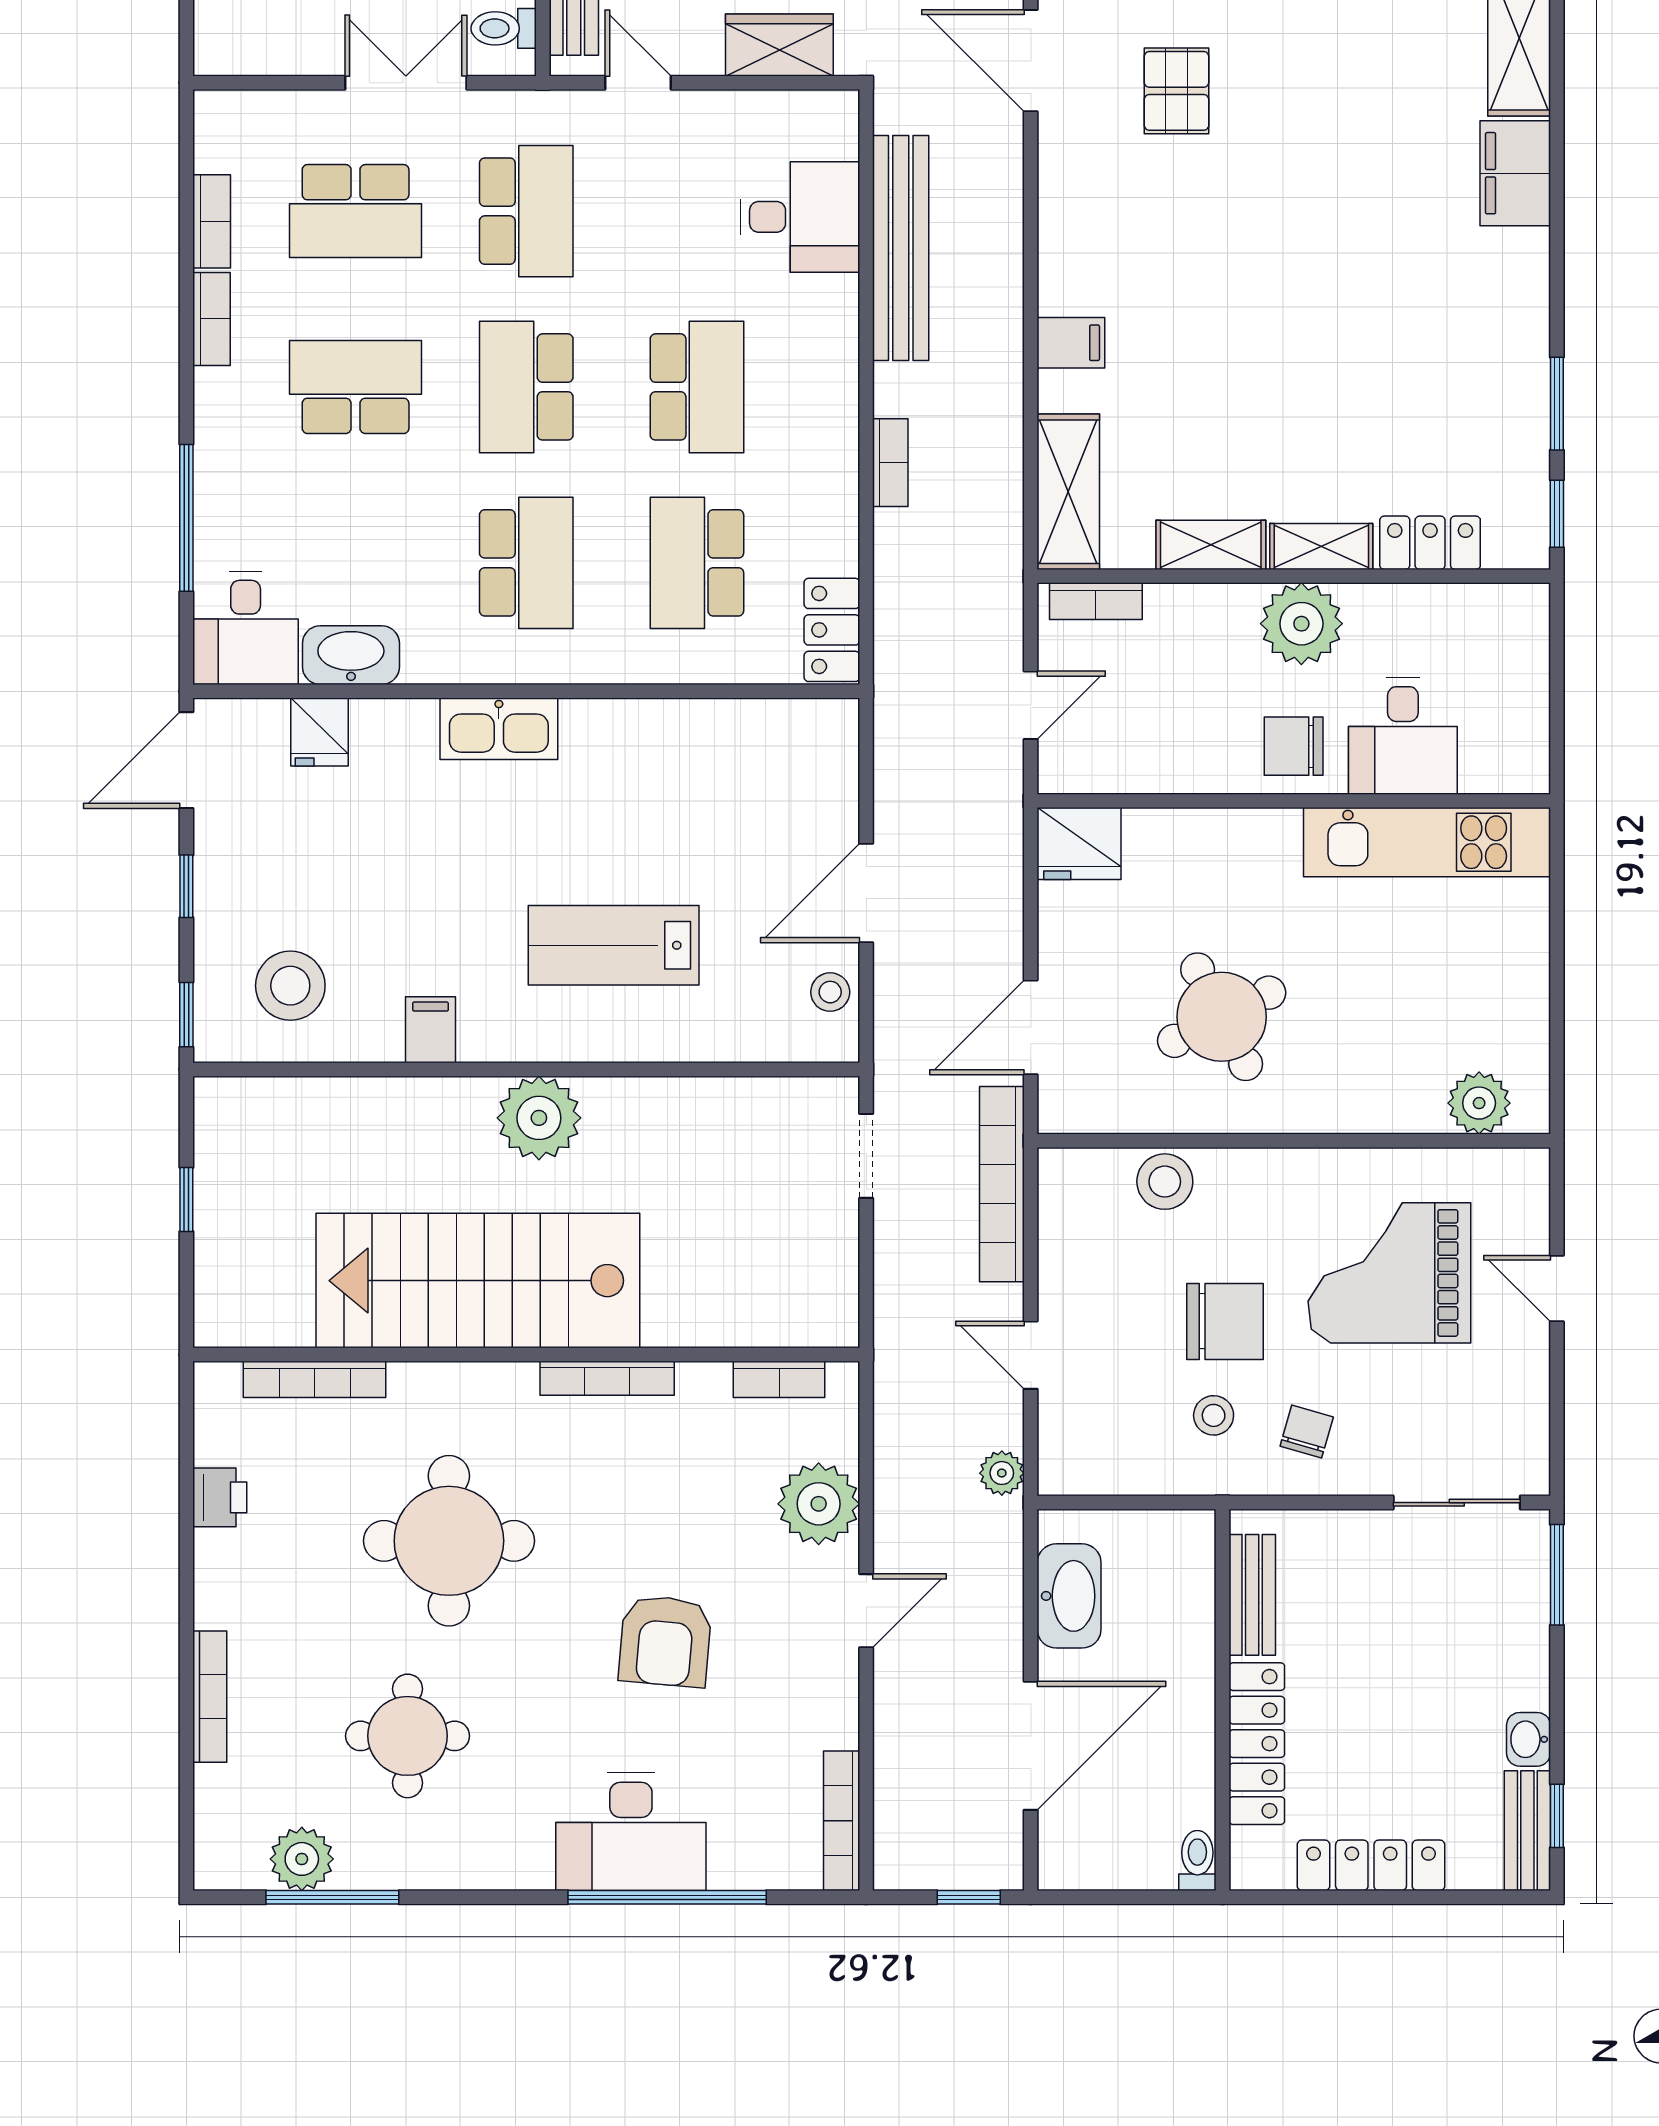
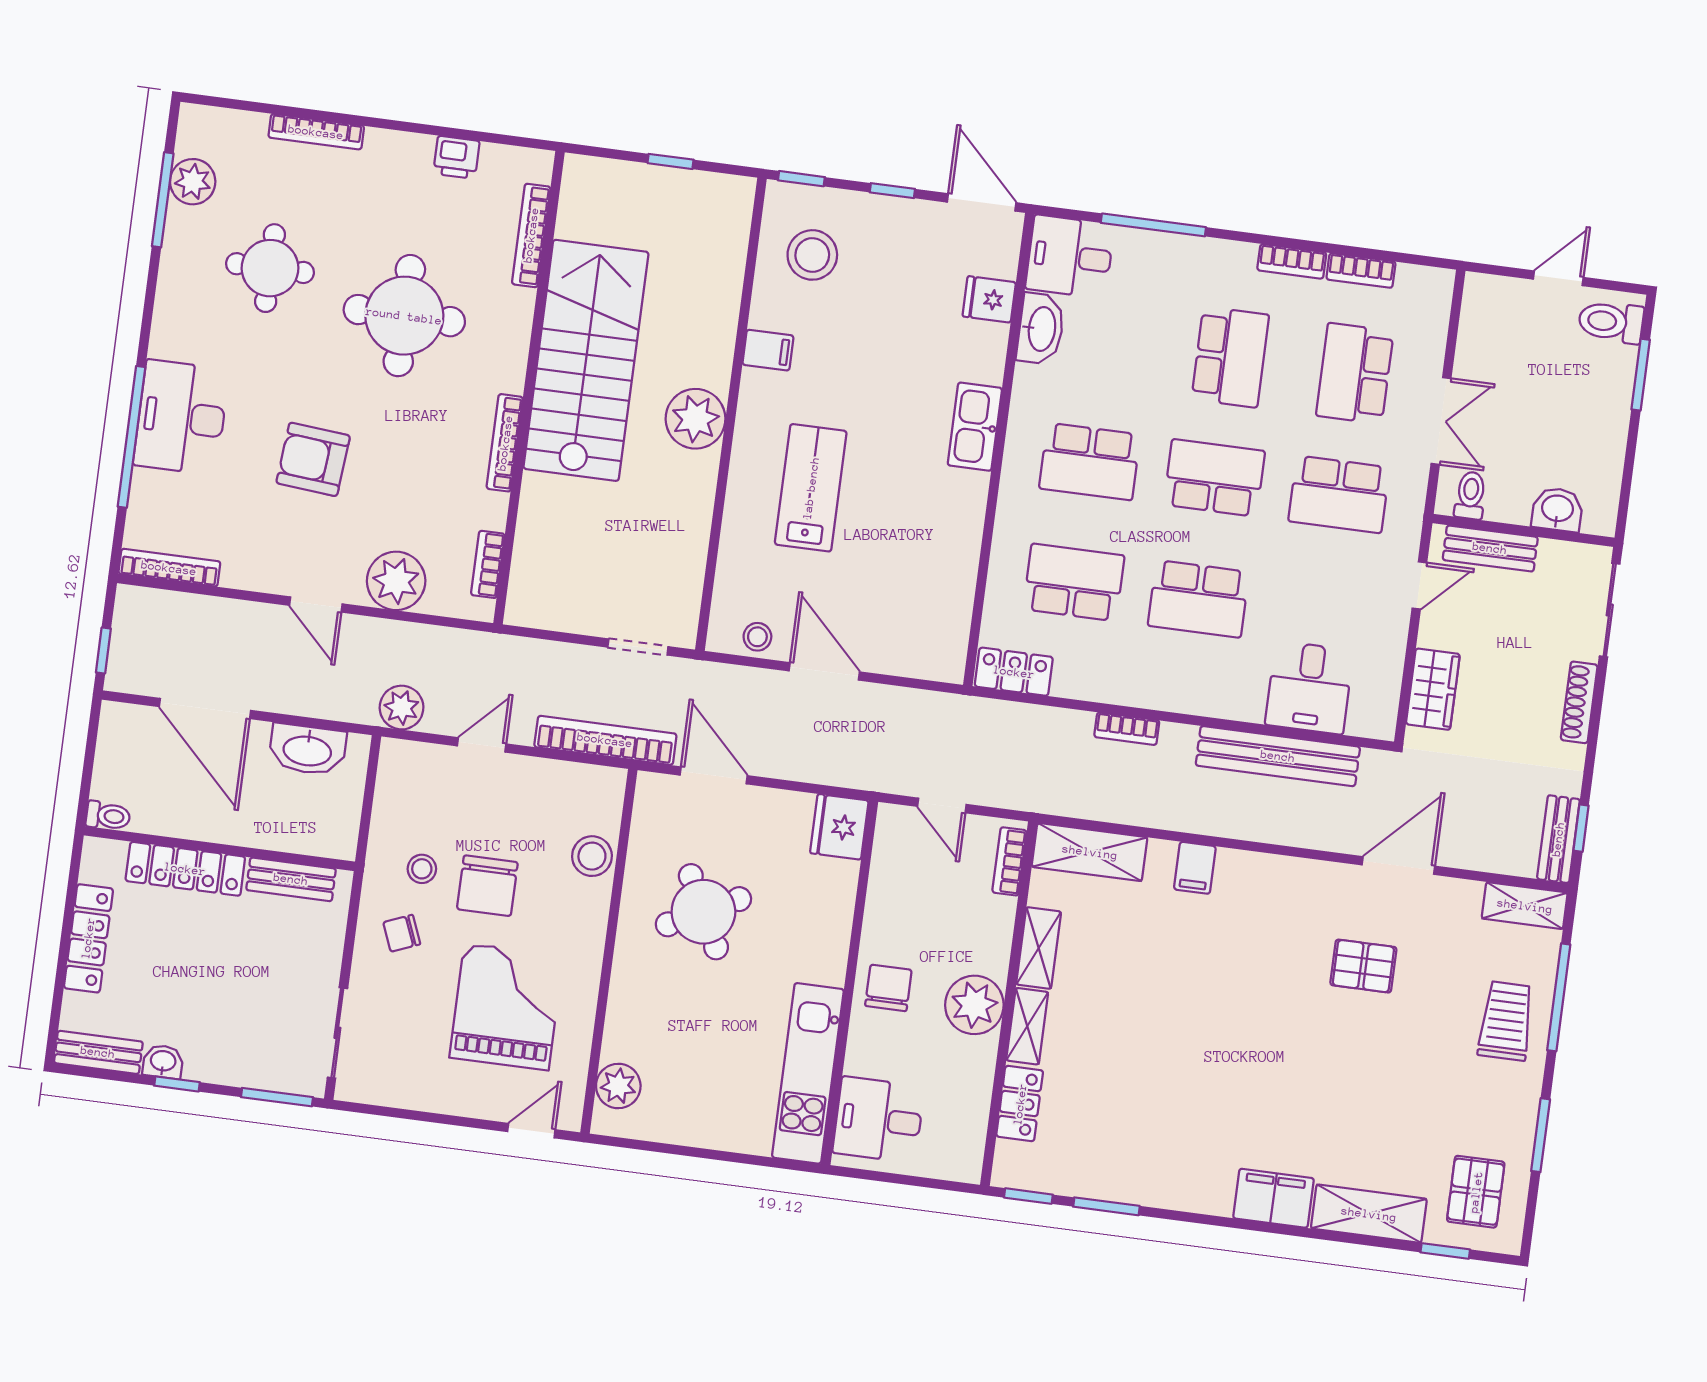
desk: (1403, 736) -> (879, 1120), moved
door: (1557, 1289) -> (531, 1131), moved
chair: (1307, 1432) -> (402, 933), turned 142
plant: (1002, 1473) -> (402, 708), width x1.38, depth x1.38
window: (1557, 1816) -> (177, 1084), moved

